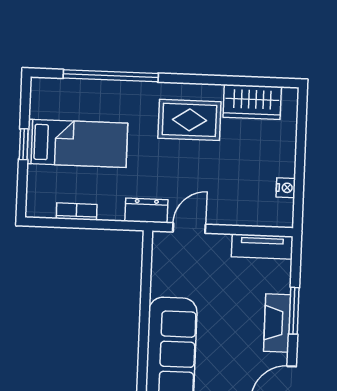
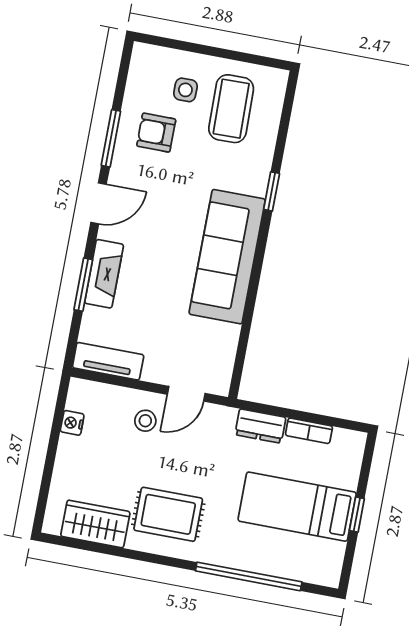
stool: (222, 199) -> (145, 421), added
dresser: (146, 211) -> (260, 426), moved

